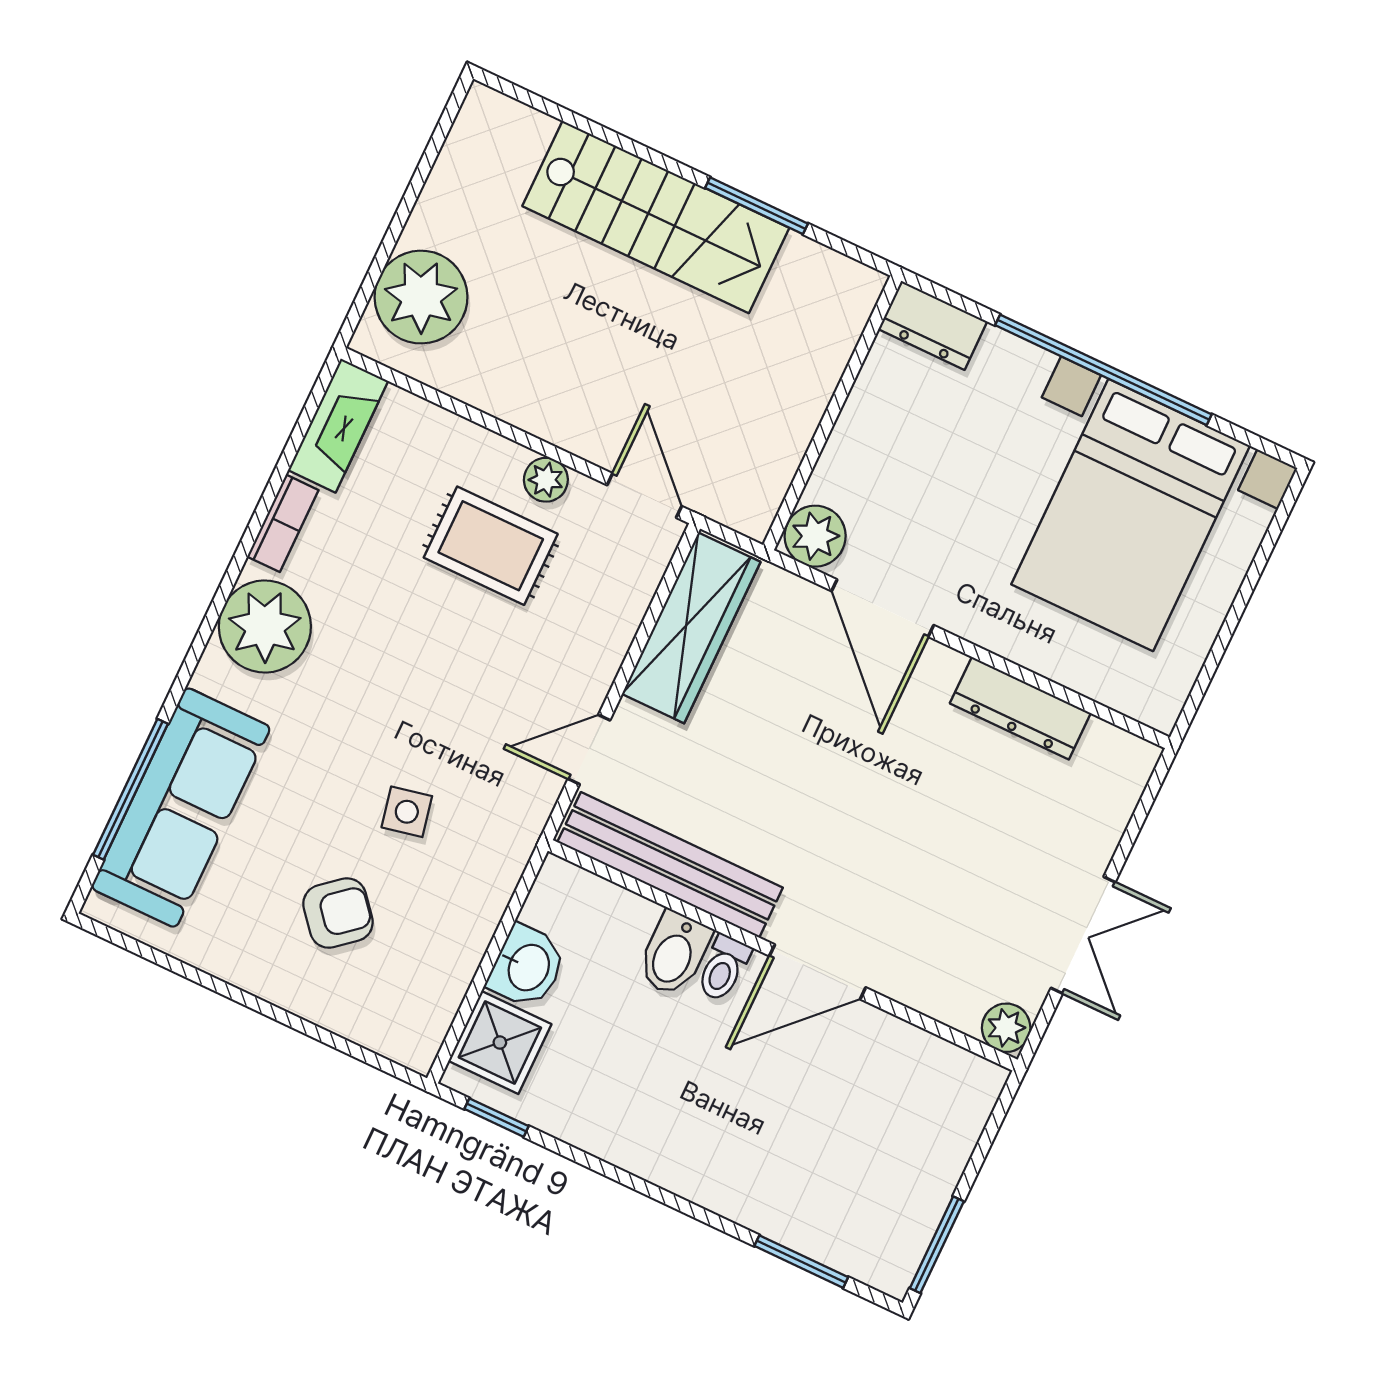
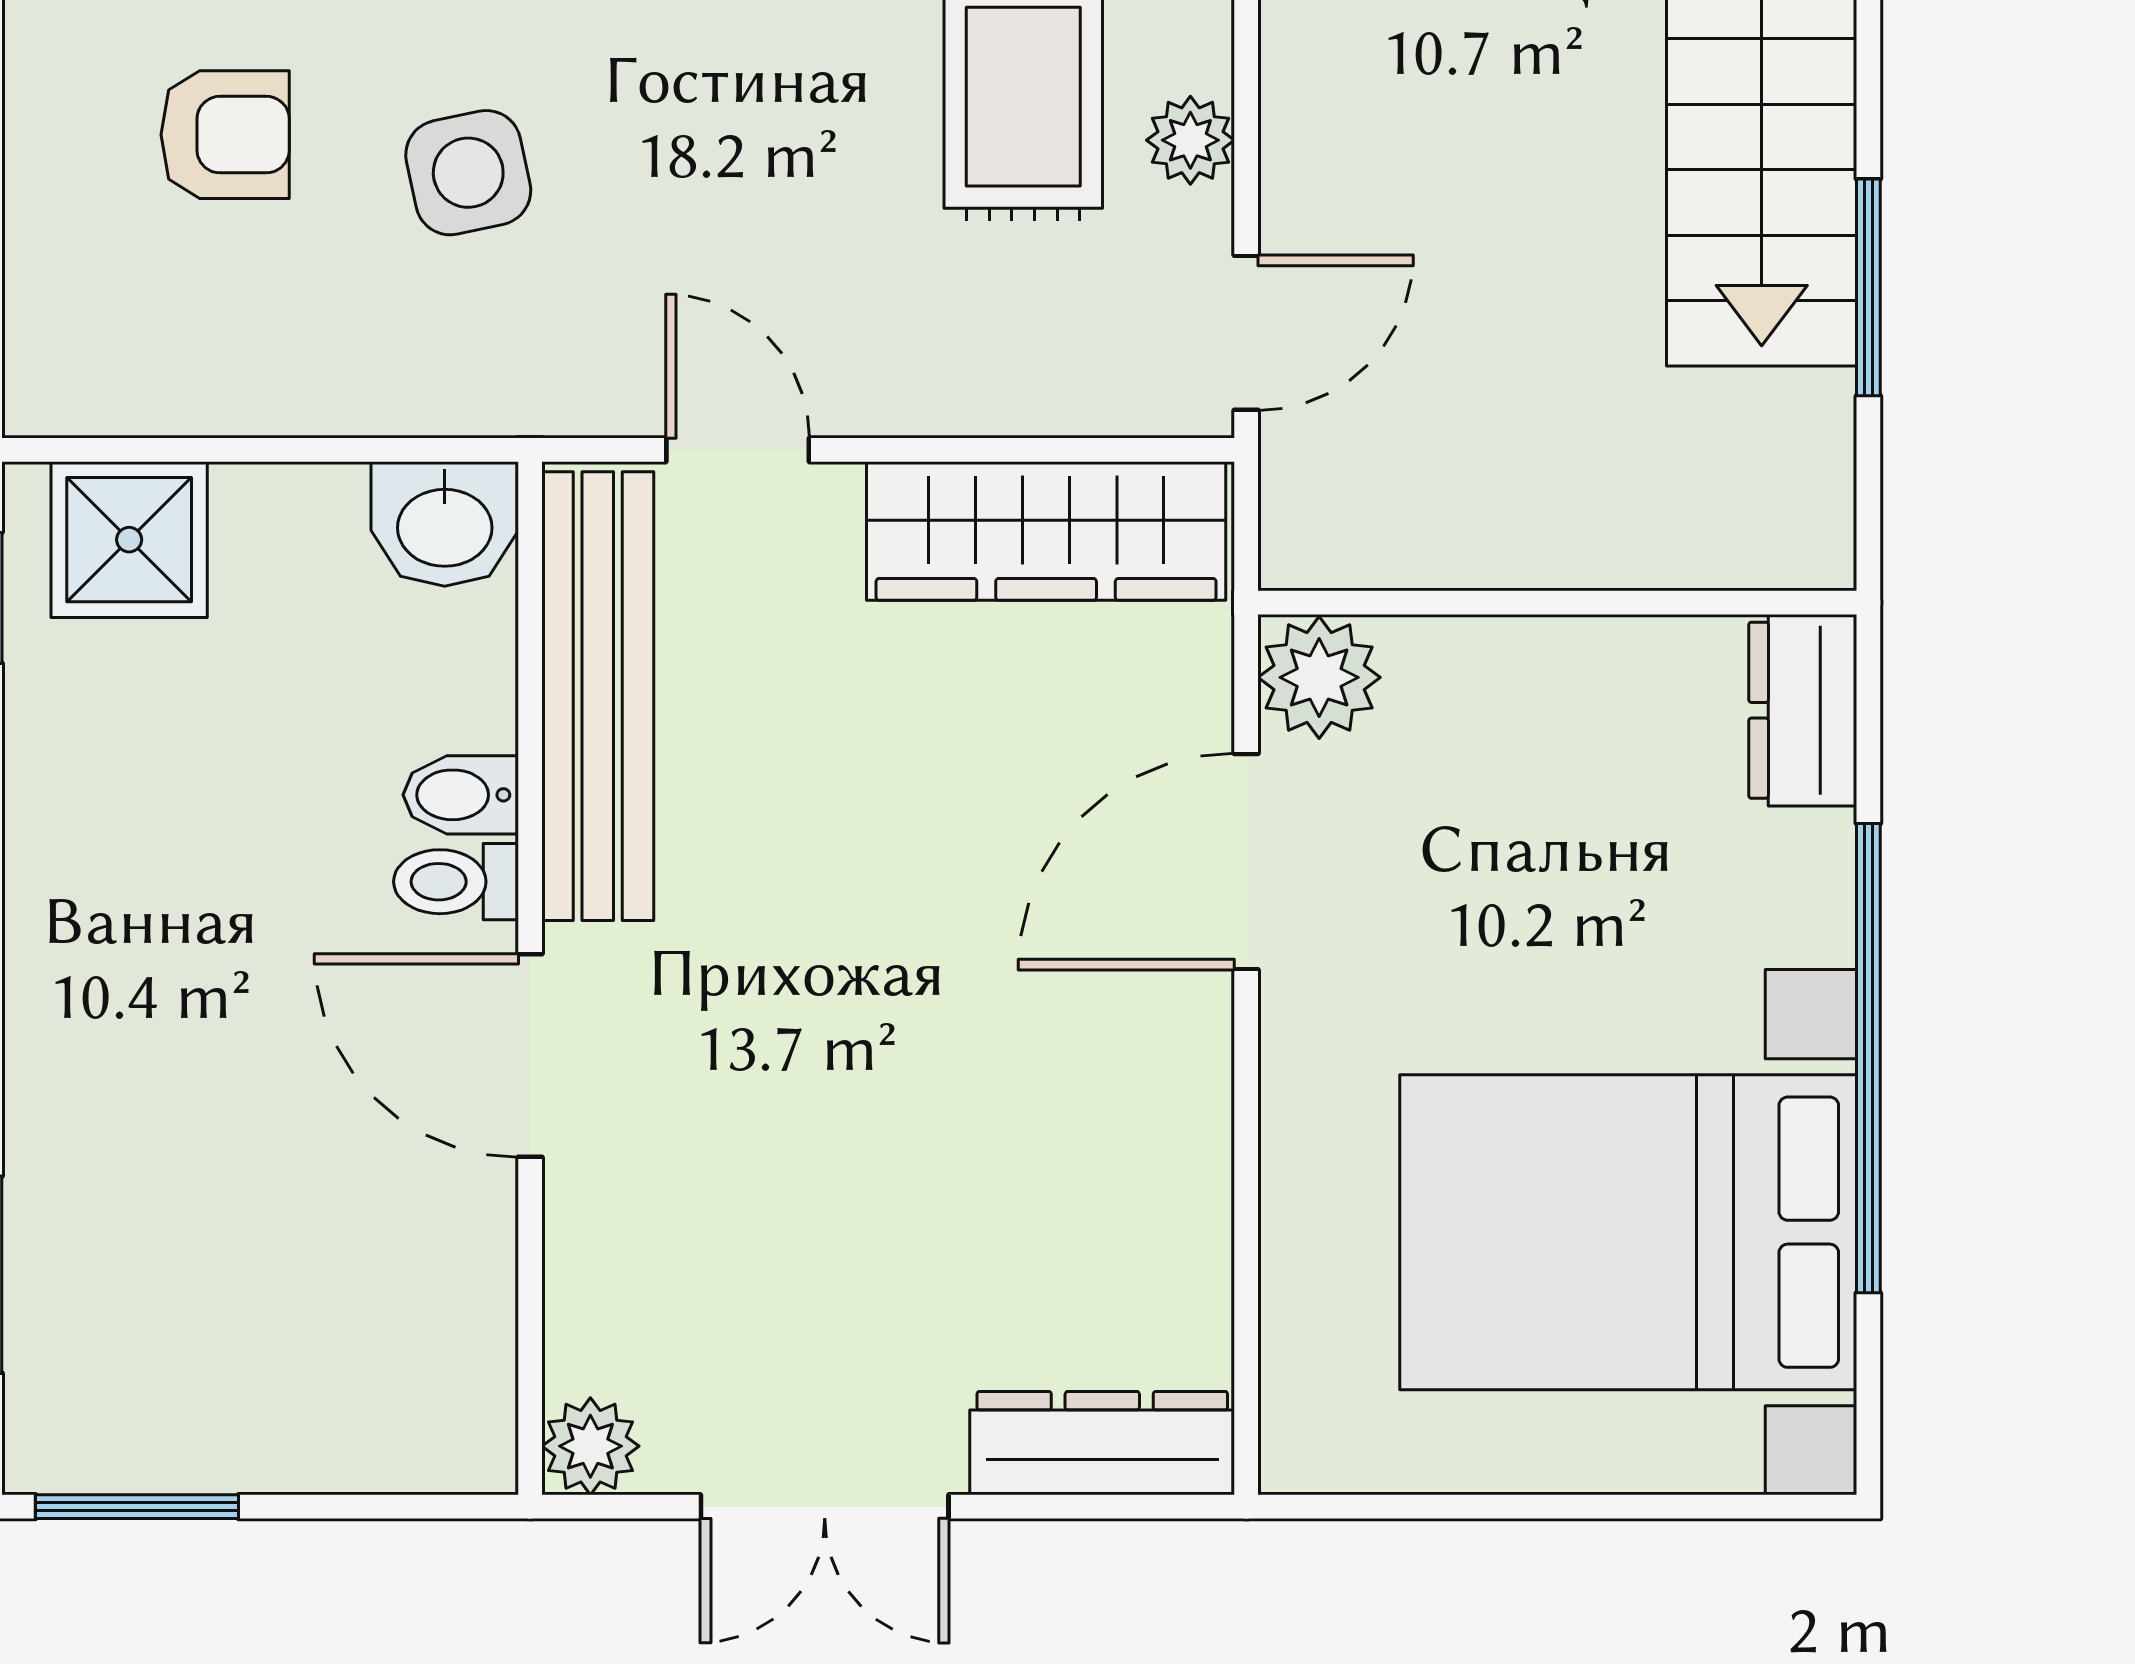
dresser: (1020, 708) -> (1102, 1443), moved, turned 90
side table: (407, 812) -> (468, 173), width x1.37, depth x1.37
armchair: (338, 913) -> (225, 135), turned -50
bidet: (674, 954) -> (461, 795), width x0.72, depth x0.74
washbasin: (527, 967) -> (445, 524), moved

